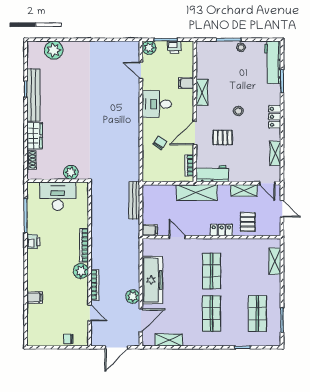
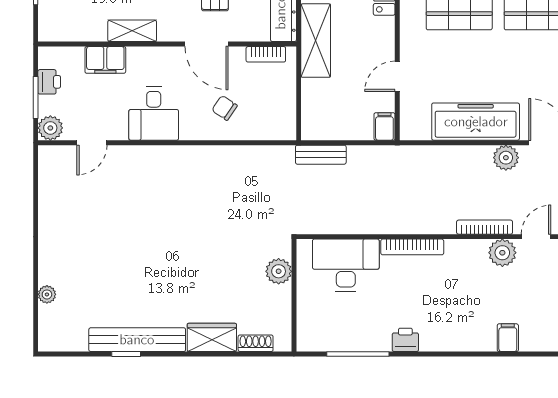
plant: (54, 50) -> (47, 294), width x0.53, depth x0.53
filing cabinet: (186, 83) -> (105, 60), width x2.00
desk: (58, 196) -> (346, 265), moved, turned 90
bench: (134, 200) -> (321, 155), width x0.73
plant: (81, 271) -> (502, 253), moved

